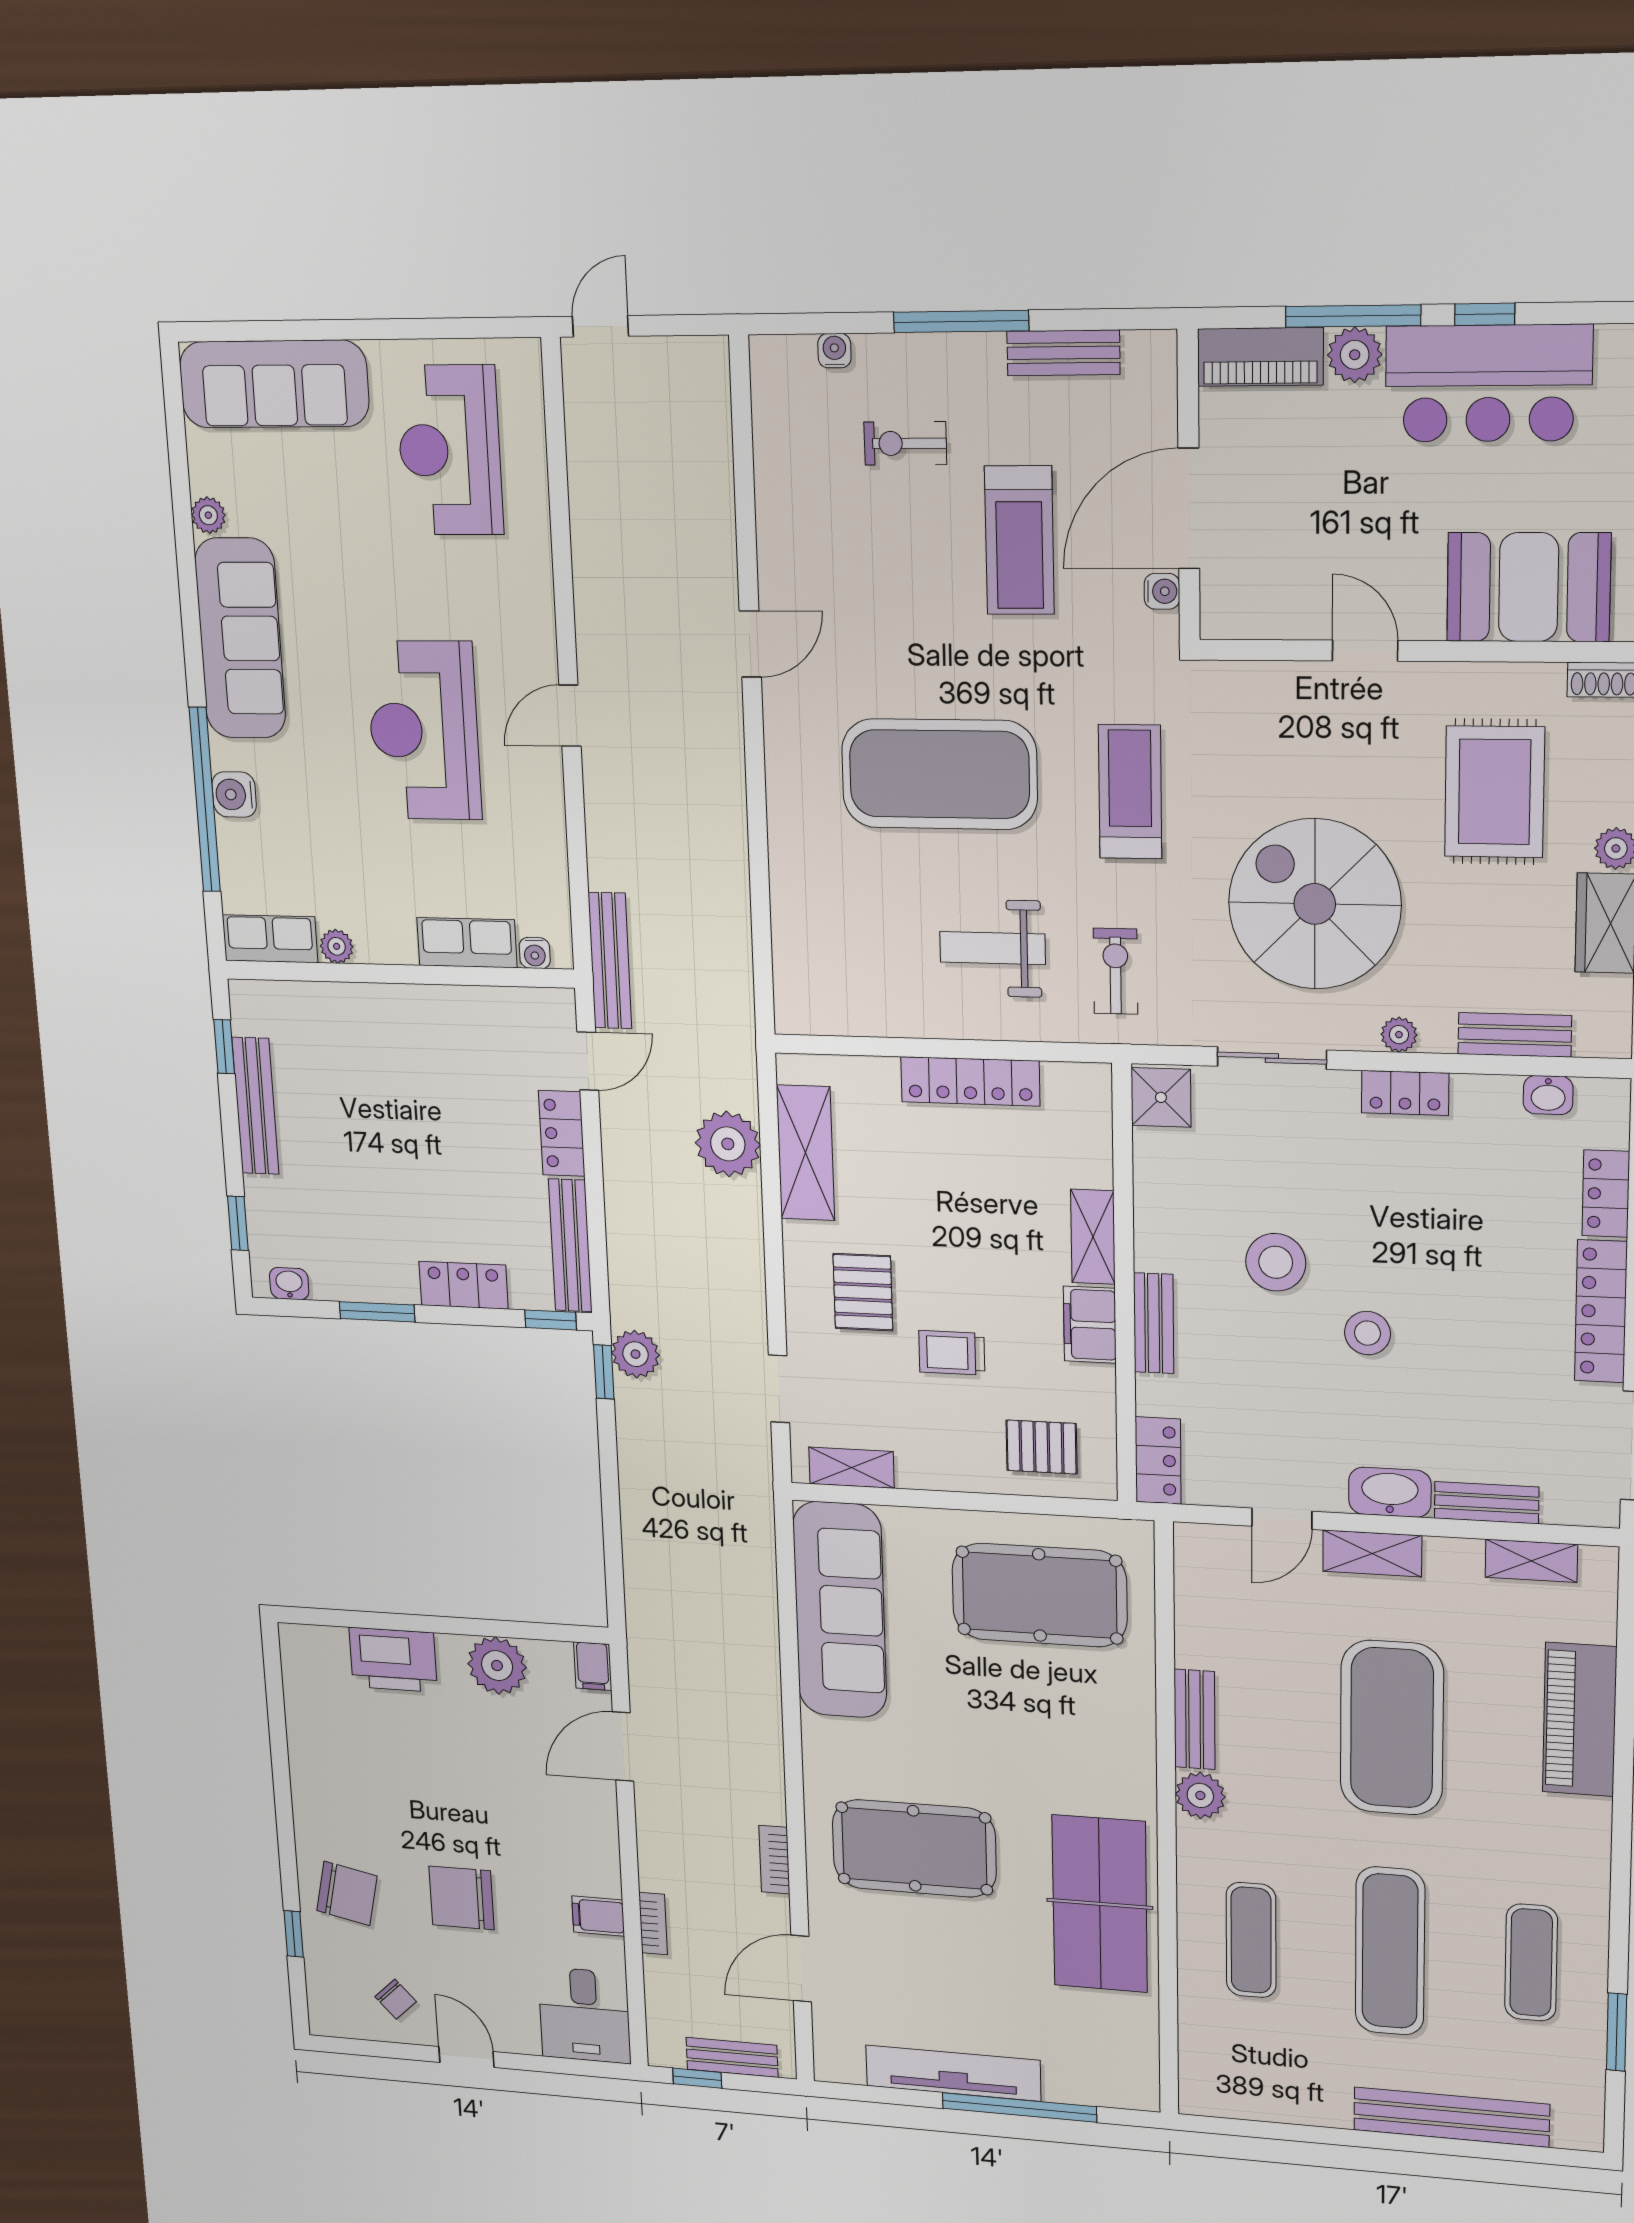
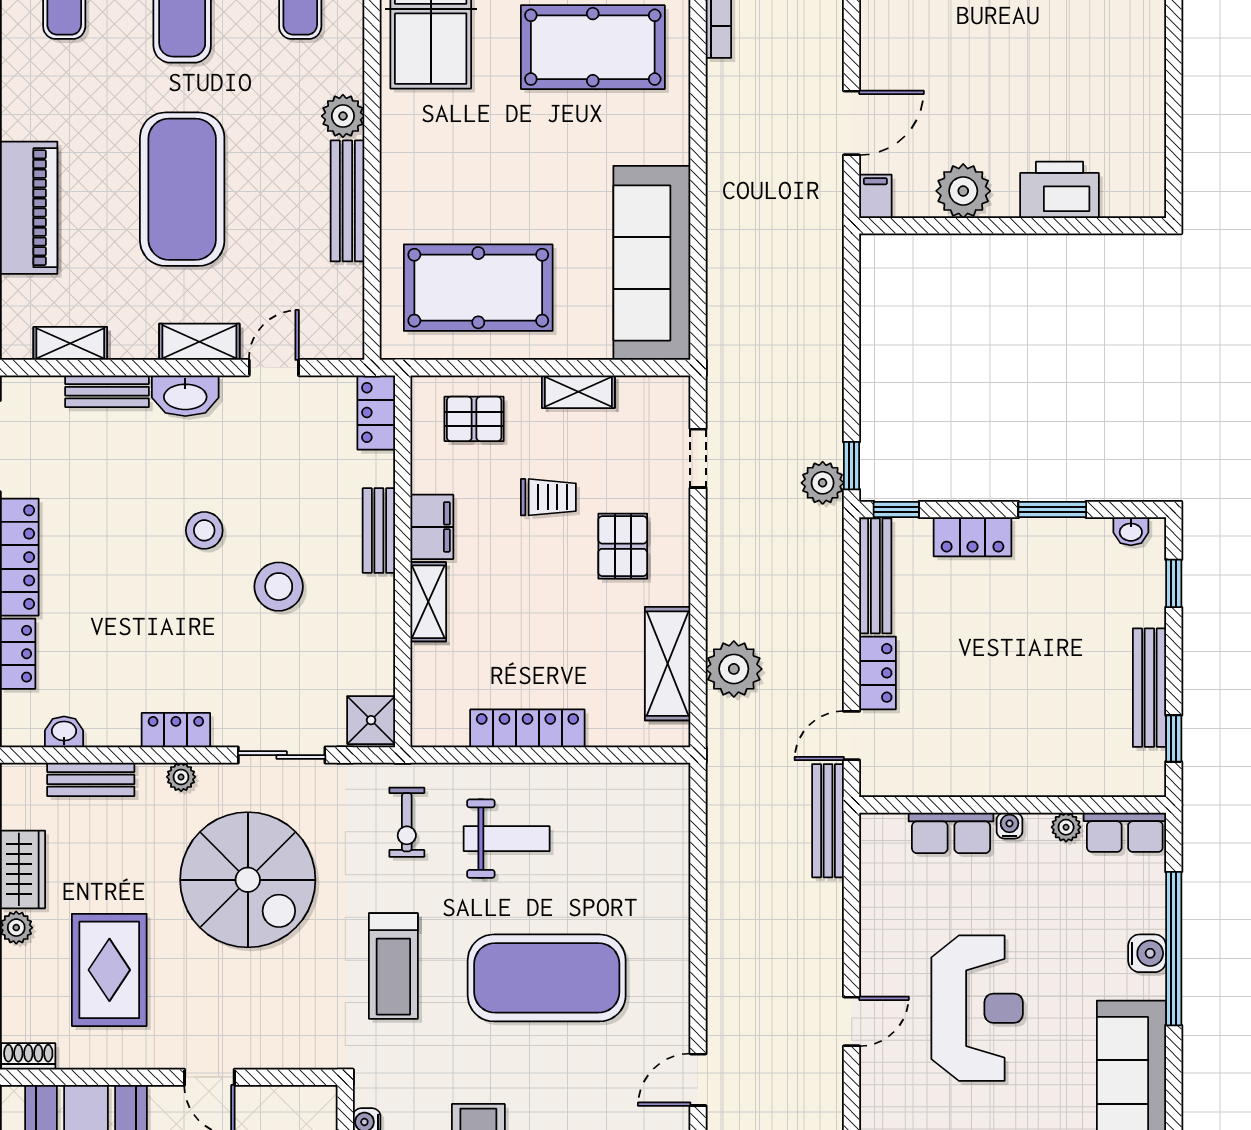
water cooler: (535, 953) -> (1010, 826), moved
shelving: (851, 1468) -> (578, 392), moved
bench: (1195, 1719) -> (347, 201), width x1.36

